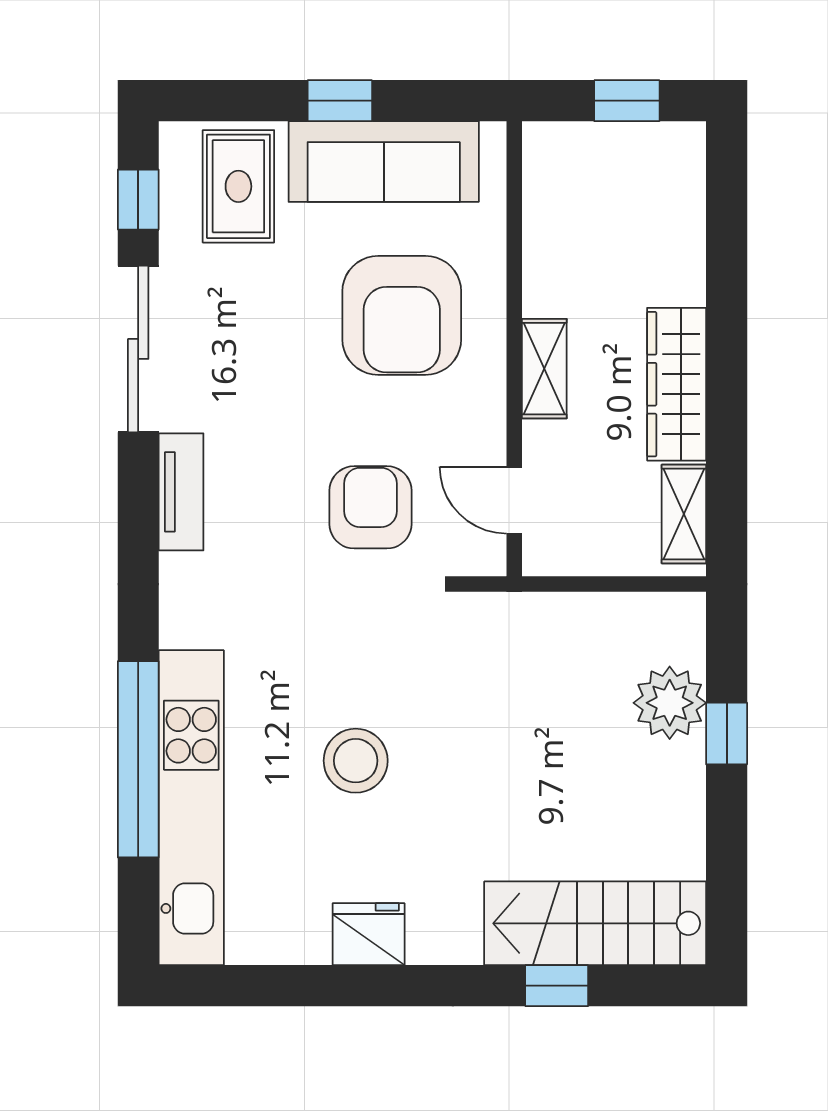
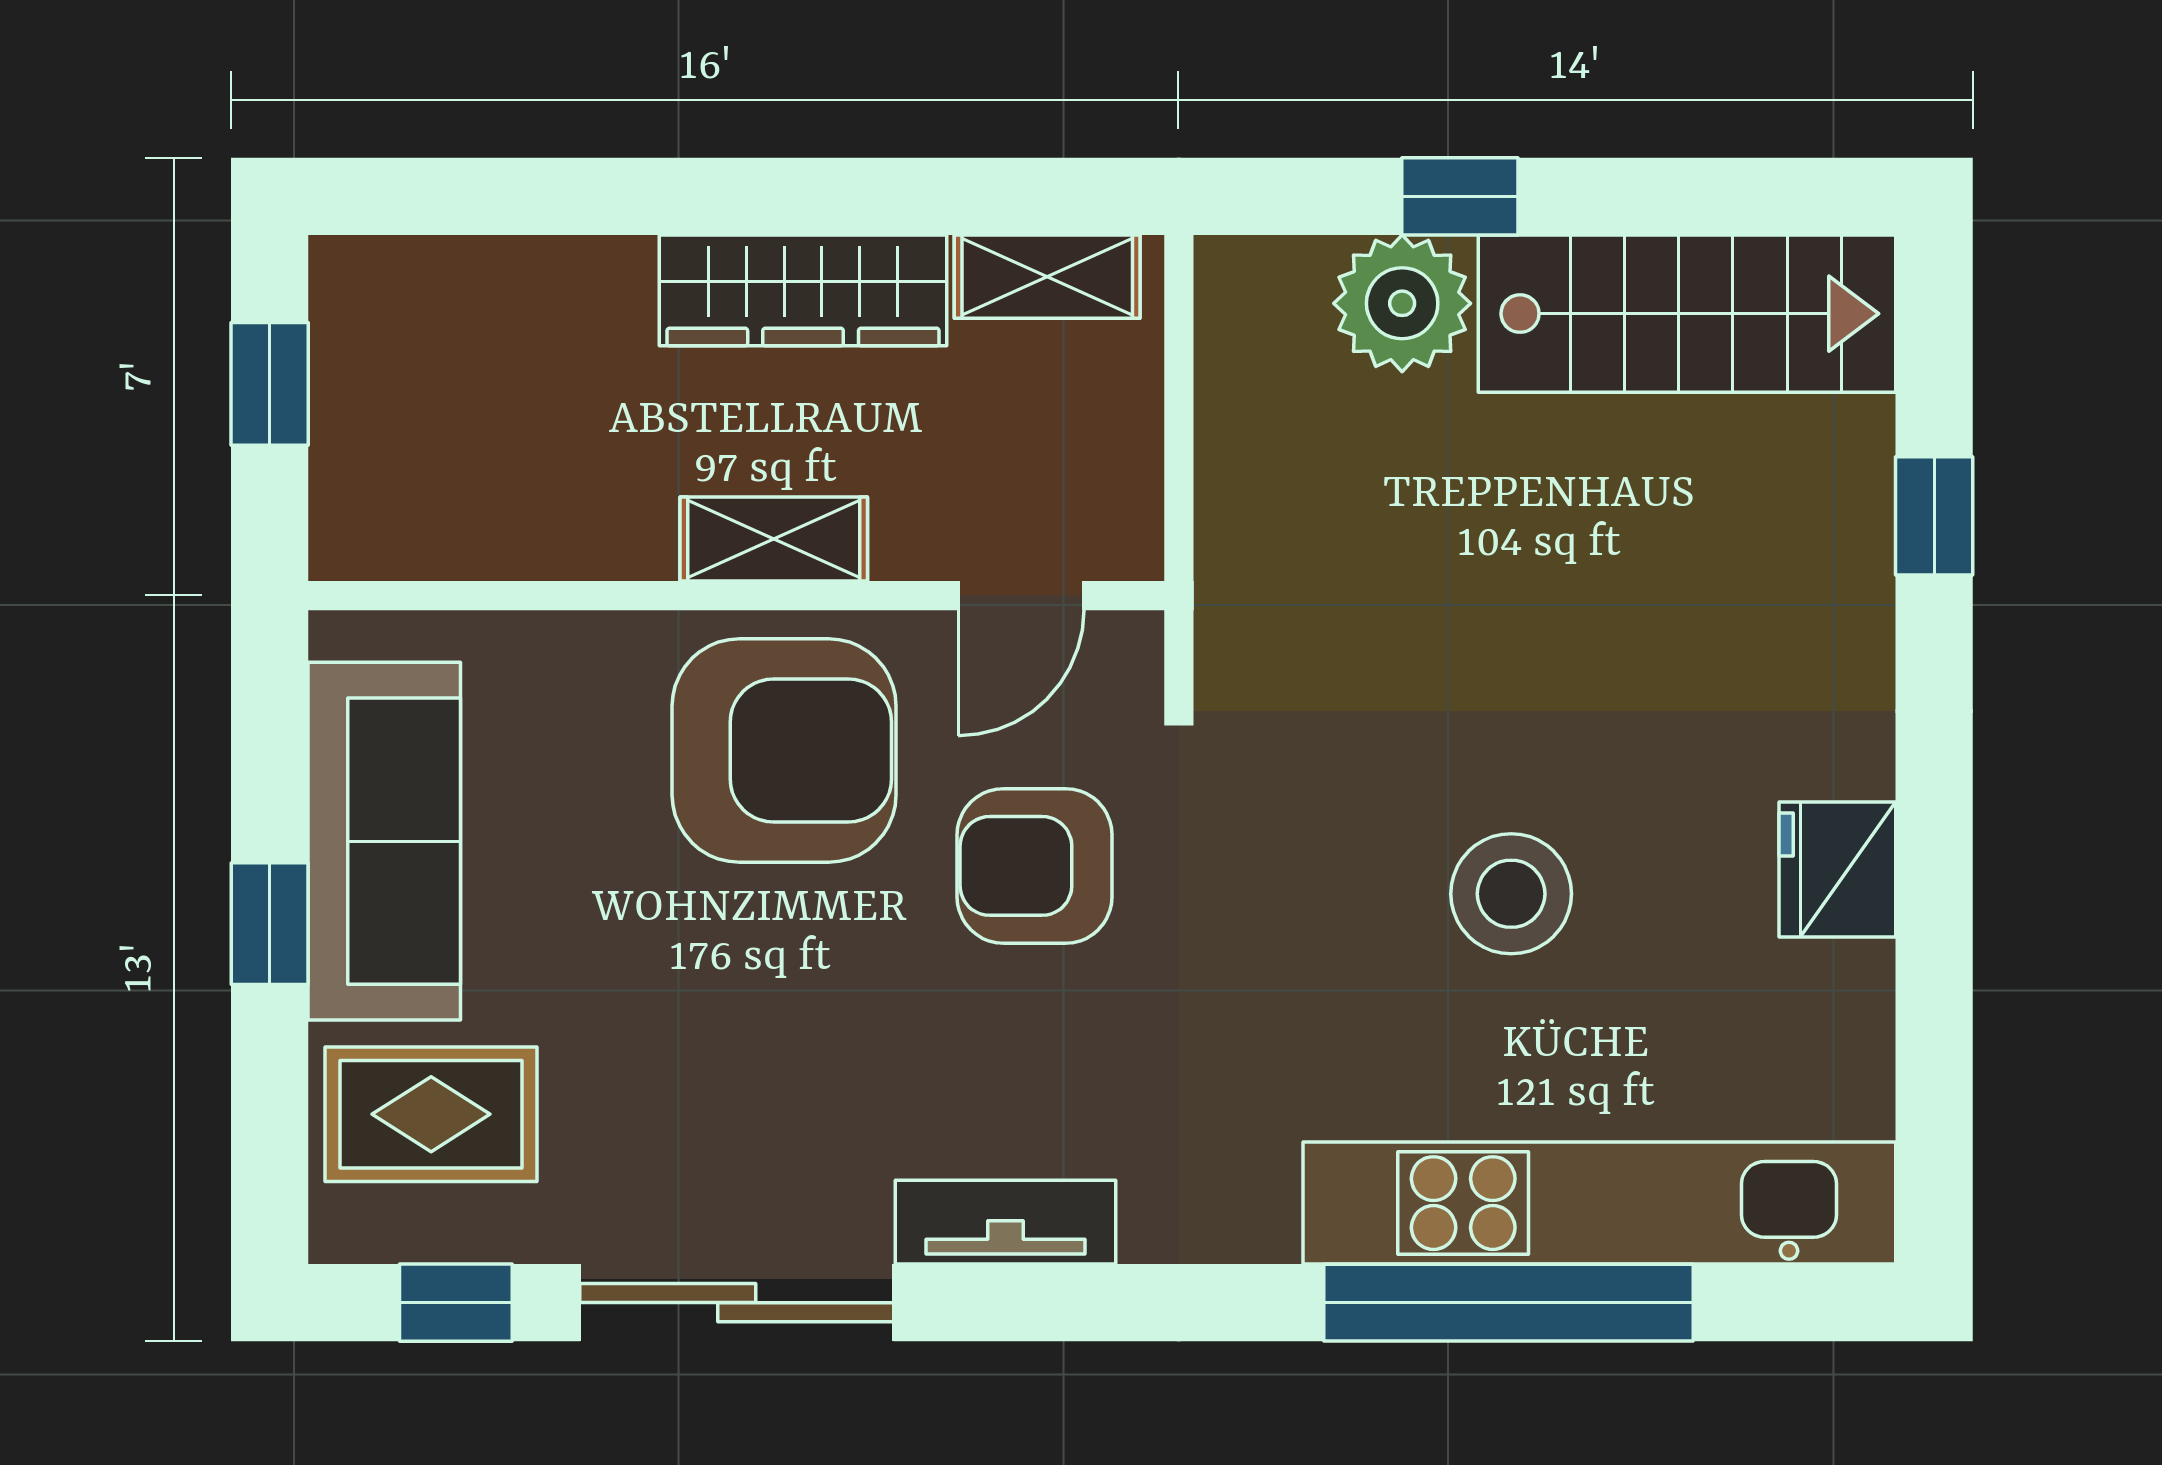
armchair: (402, 315) -> (784, 751), moved
stairs: (595, 923) -> (1687, 314), moved, turned -90

